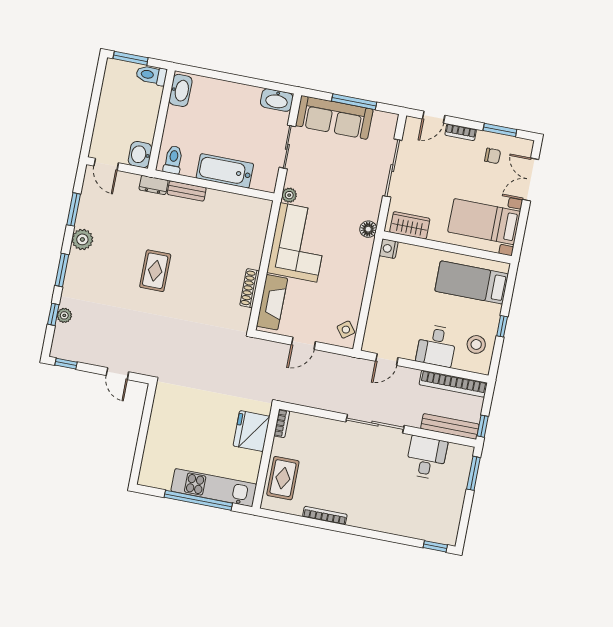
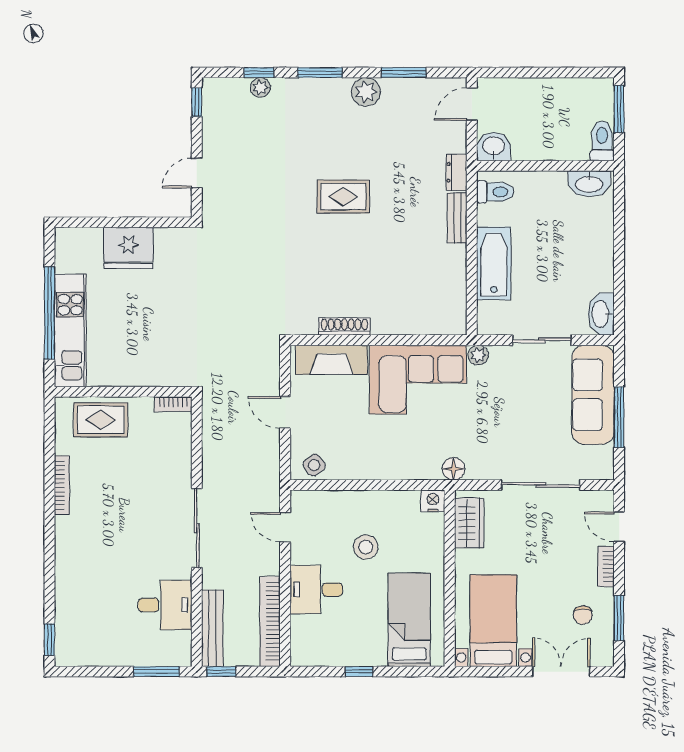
stool: (476, 344) -> (366, 547), moved
fridge: (252, 431) -> (128, 248), moved, turned 180

